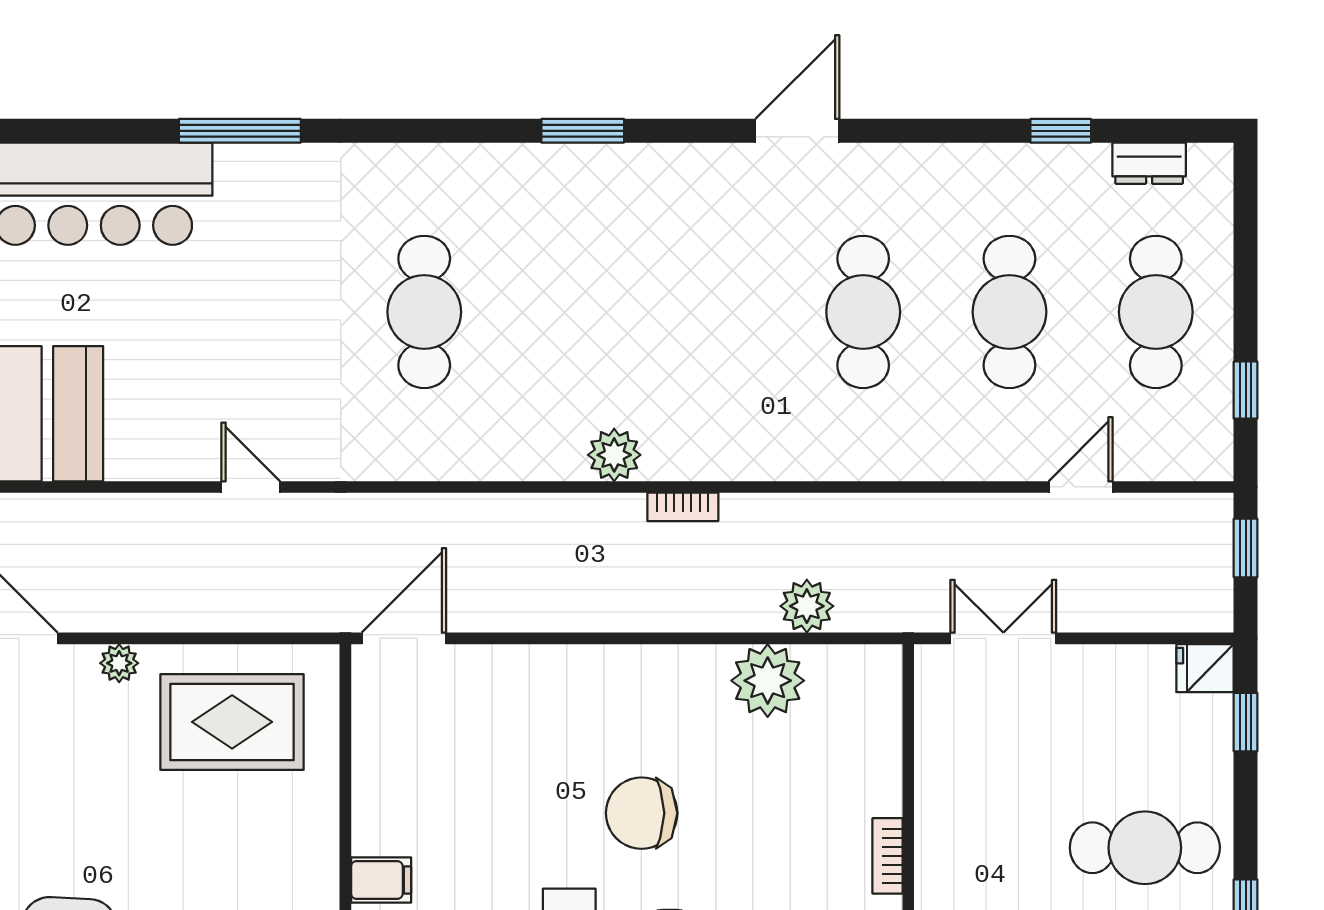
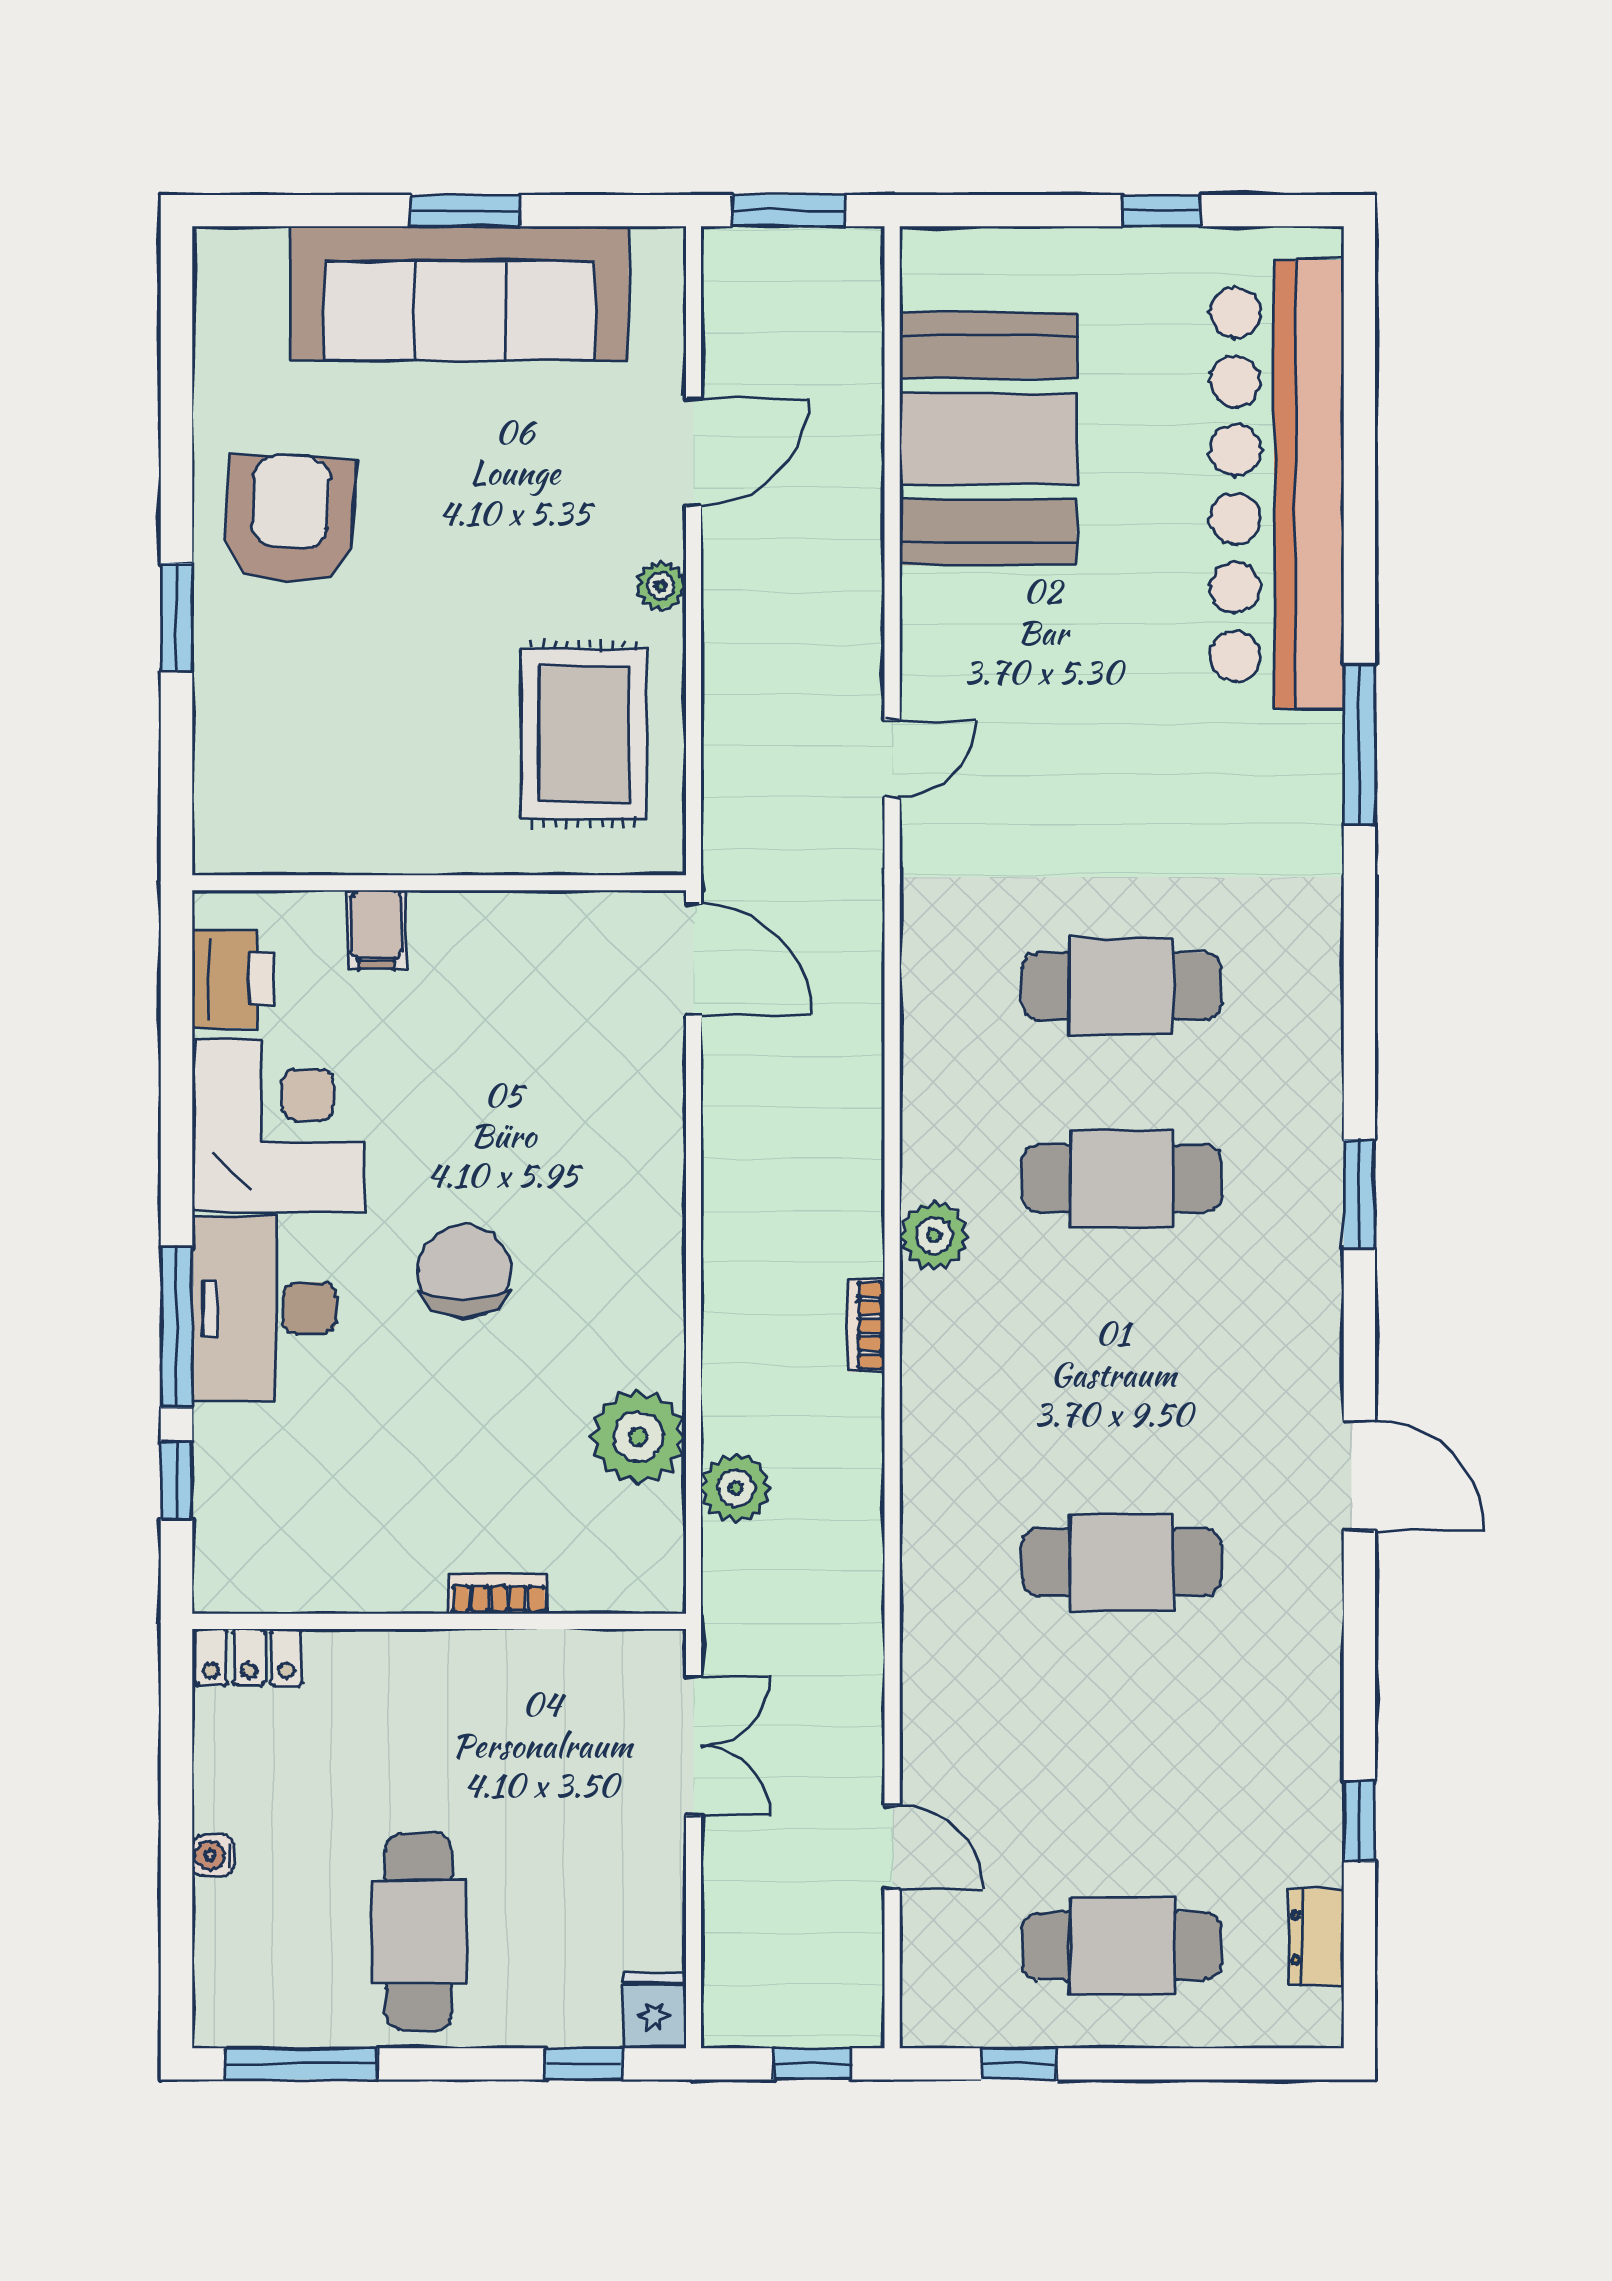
cafe table: (1009, 312) -> (1122, 1178), moved
bookcase: (888, 856) -> (499, 1594), moved

